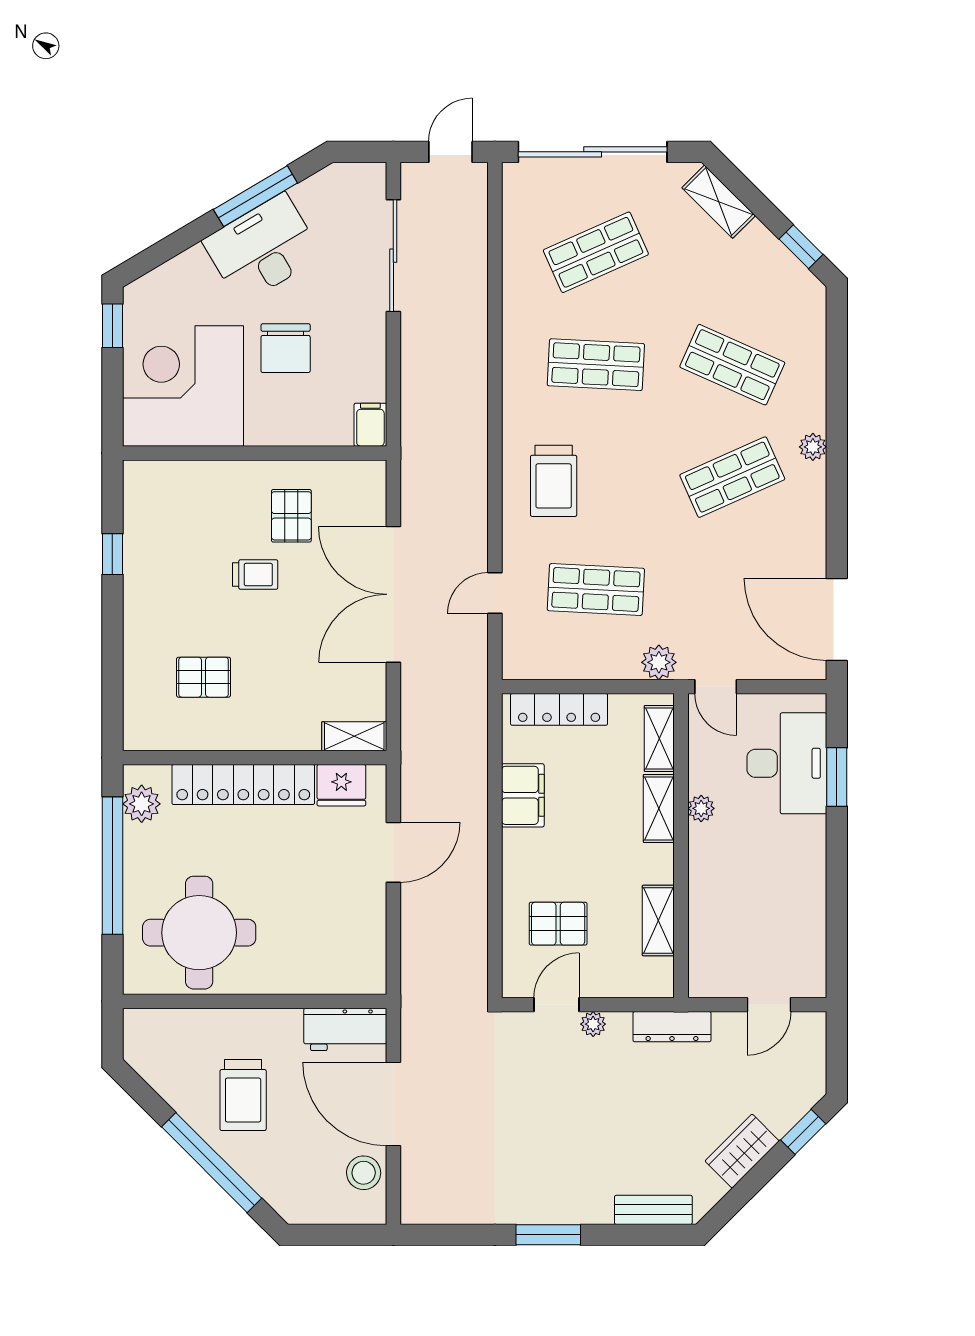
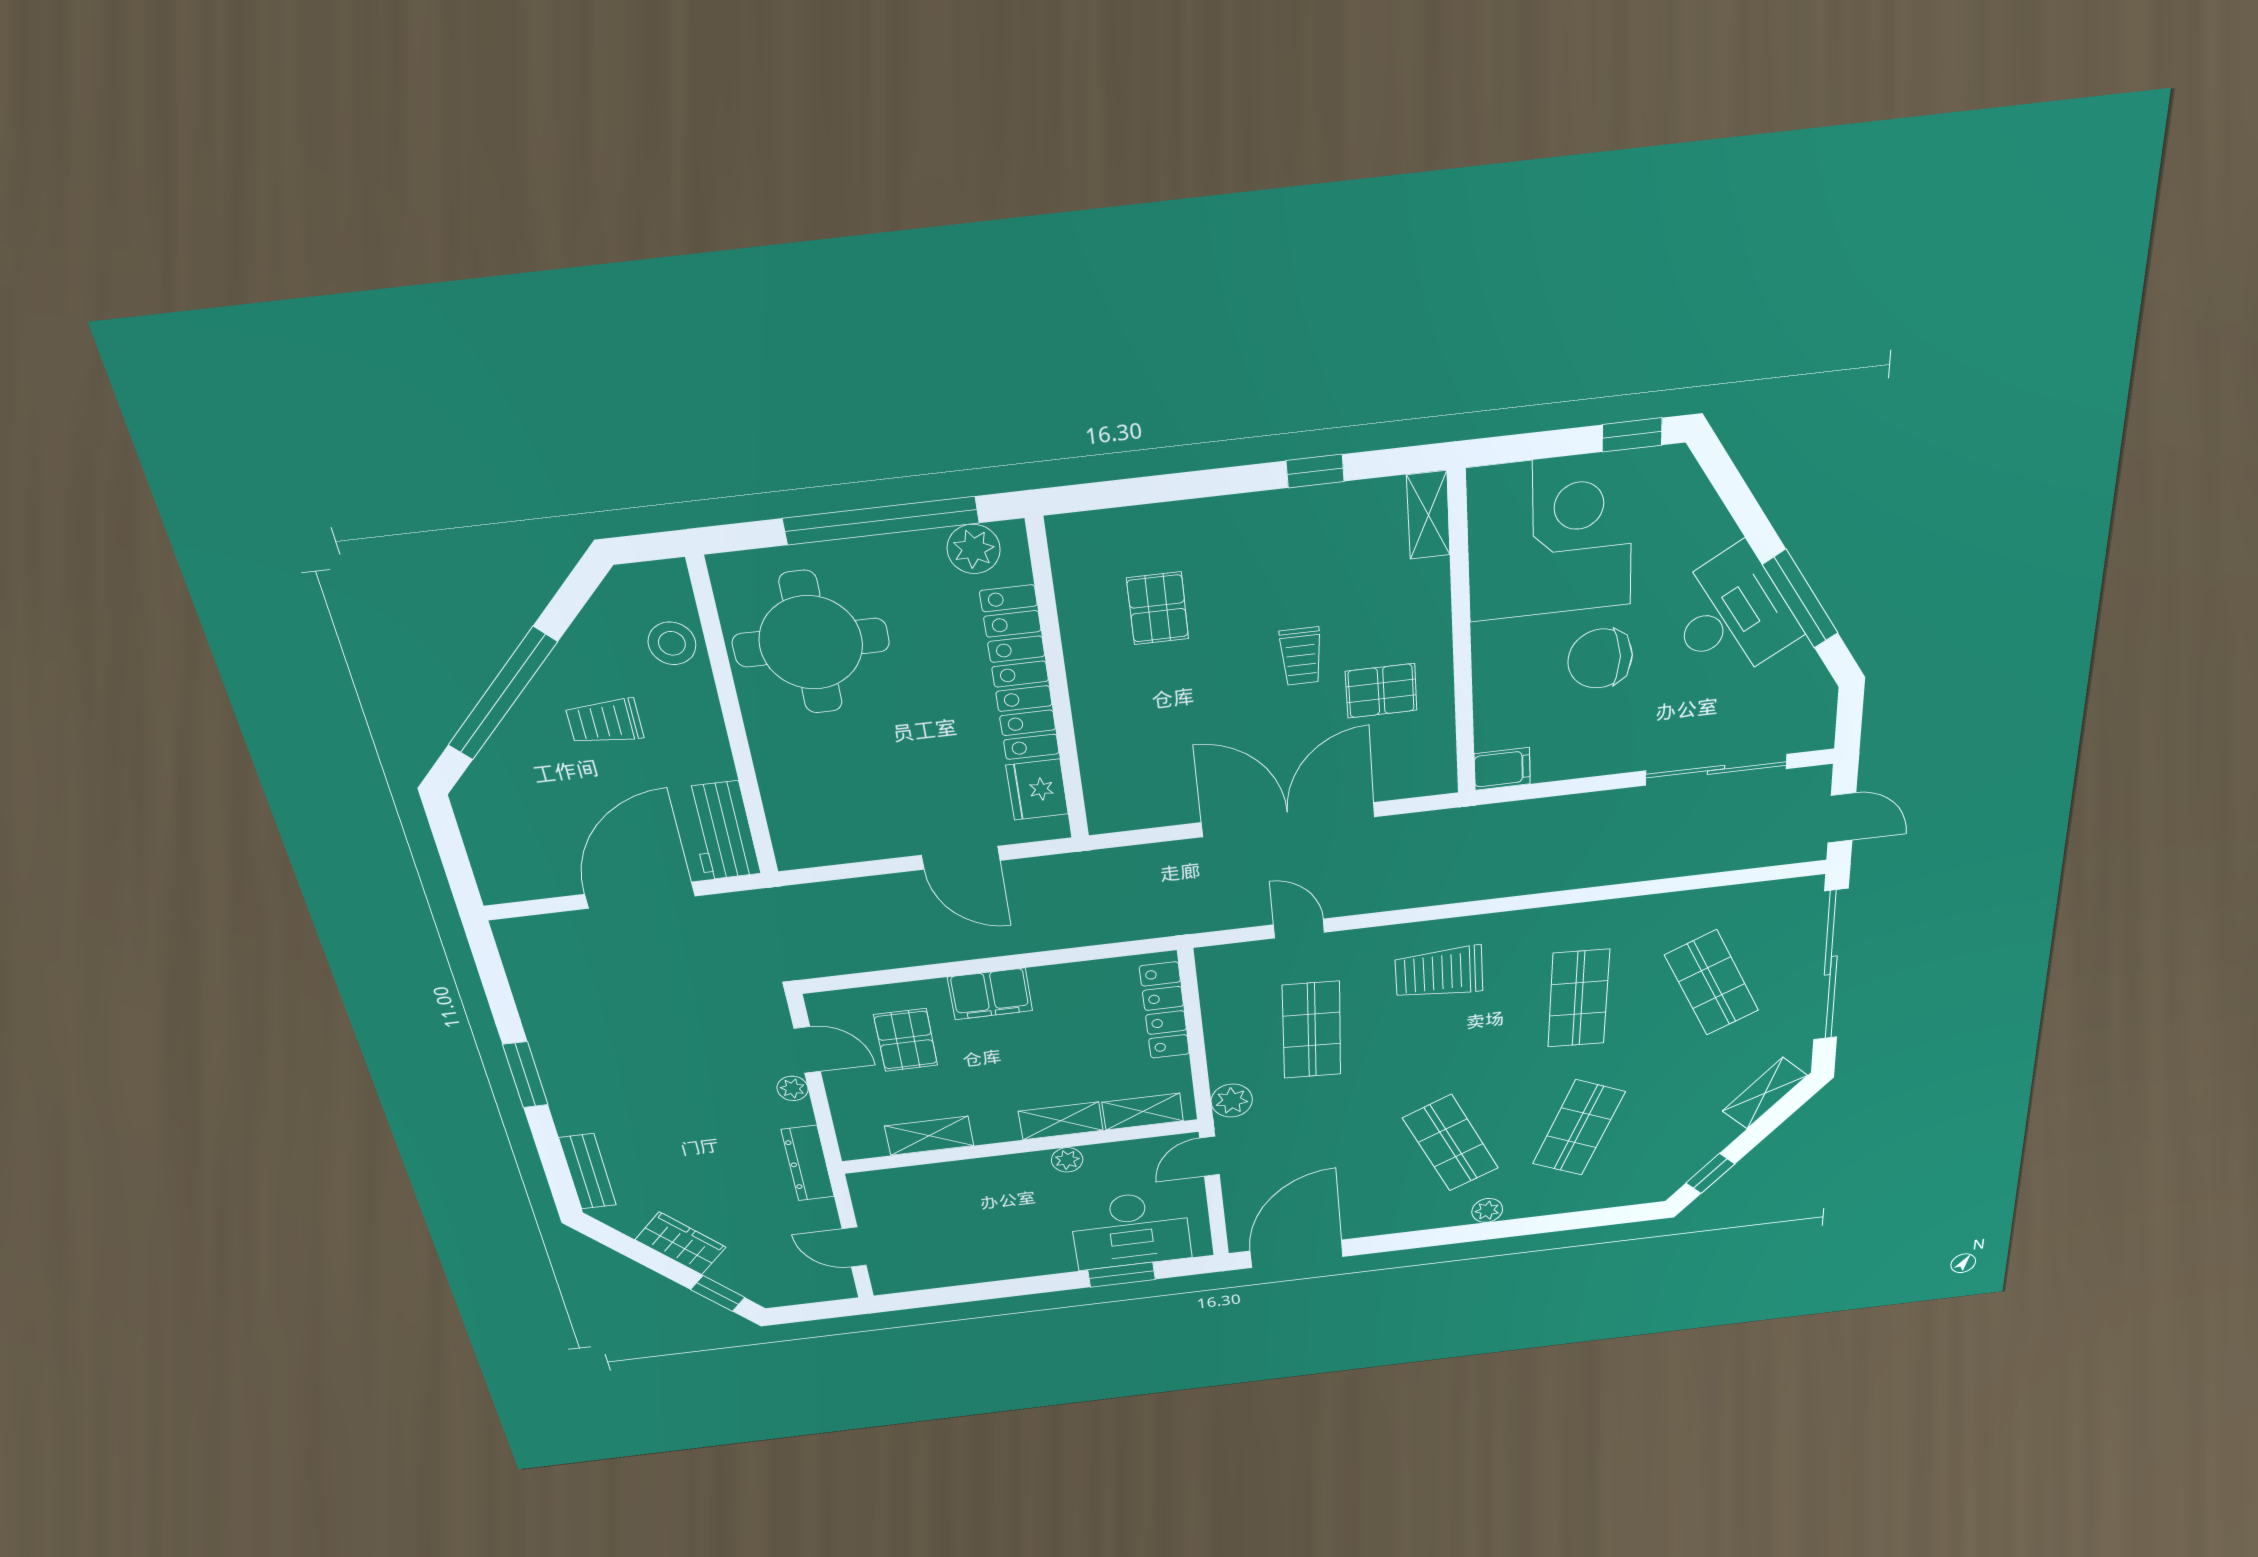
shelving: (354, 736) -> (1428, 515), moved
filing cabinet: (523, 795) -> (990, 994), moved
trolley: (243, 1095) -> (605, 722), width x0.73, depth x0.72
stool: (364, 1173) -> (672, 643), moved

